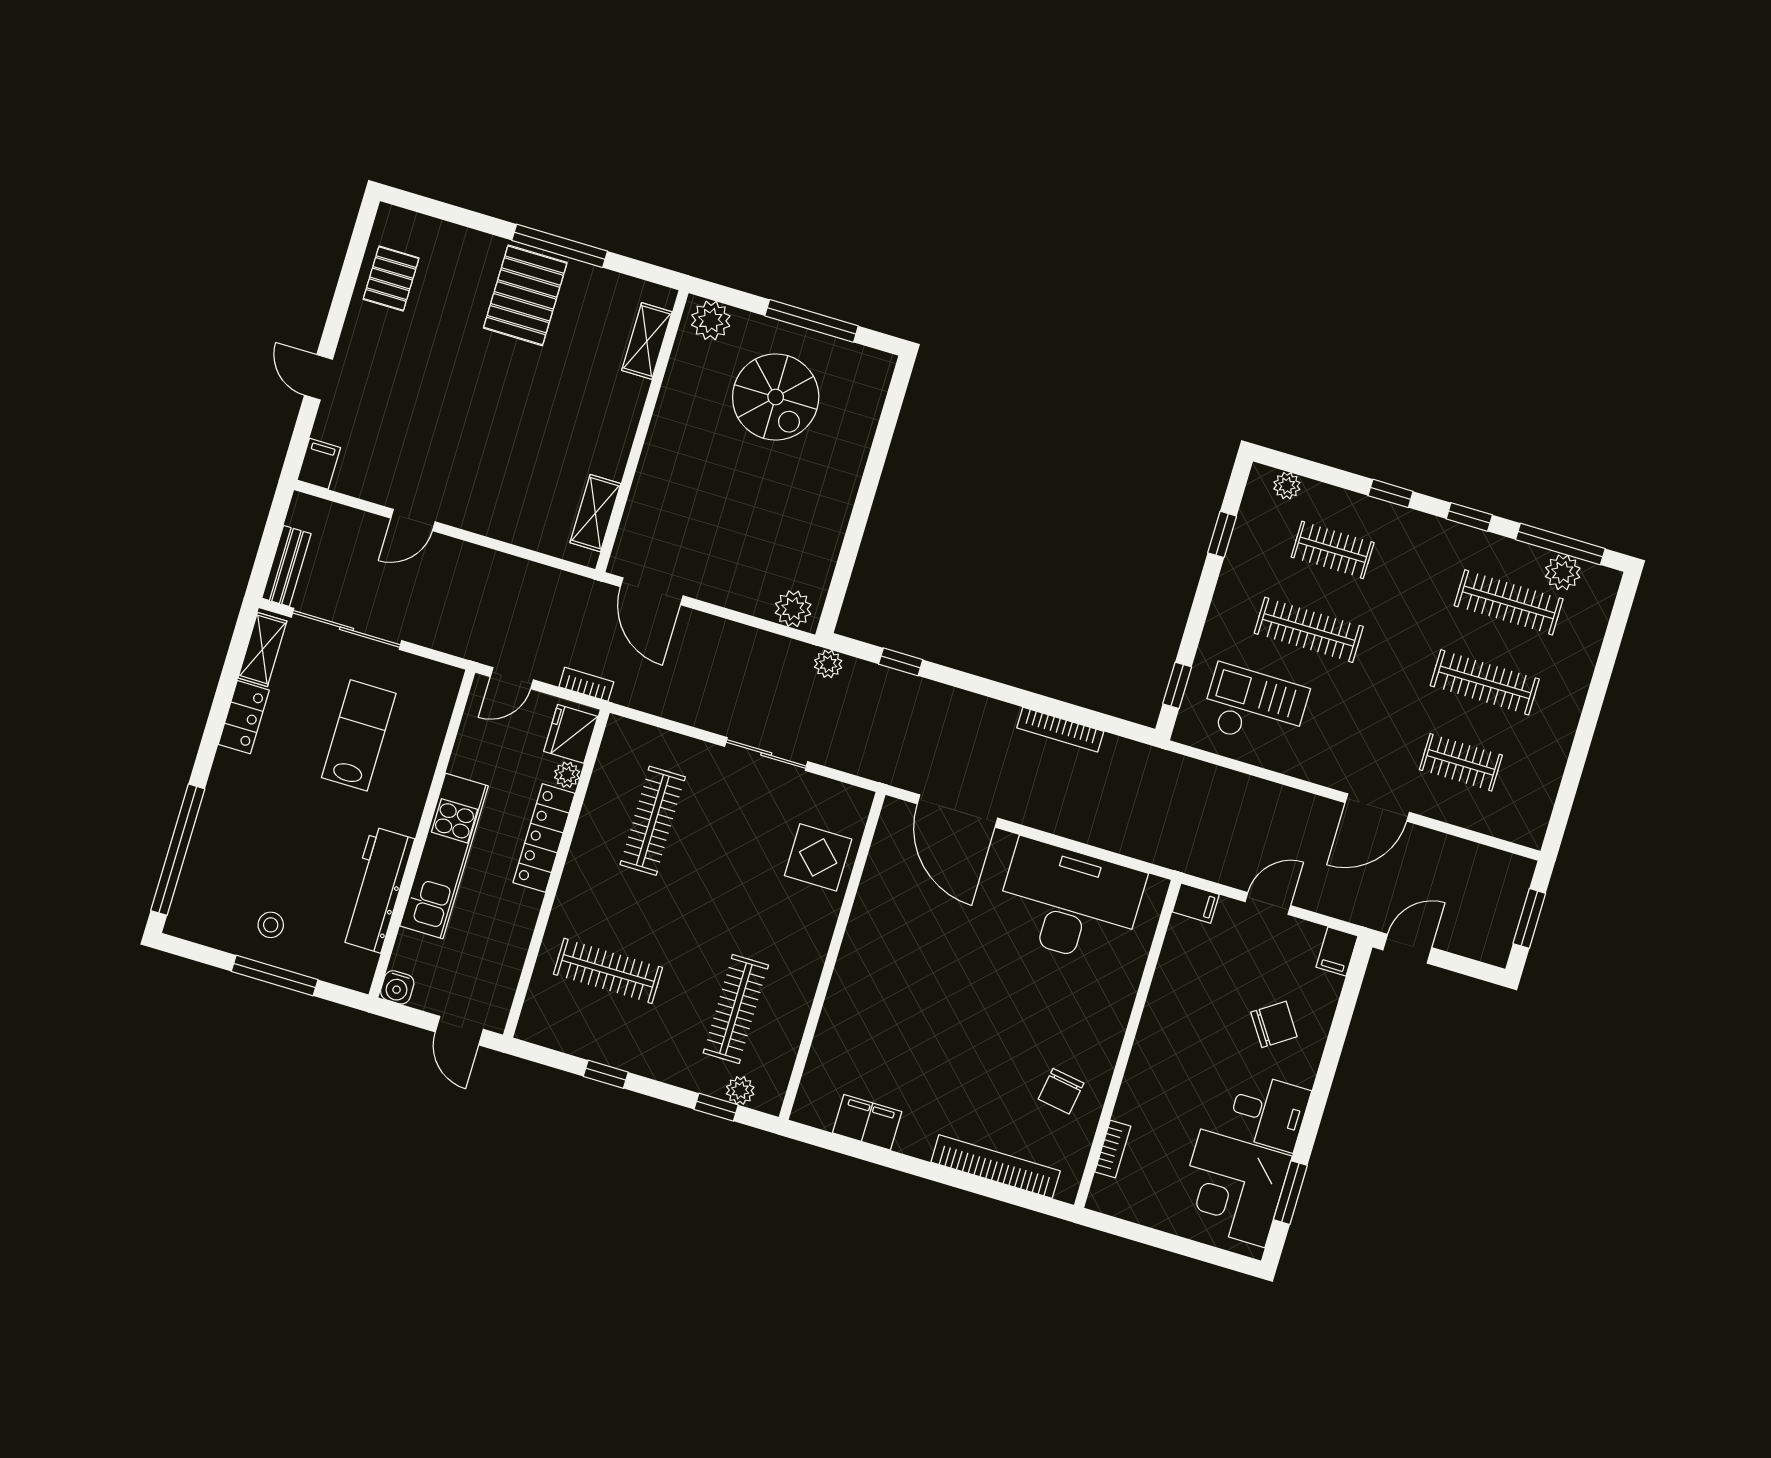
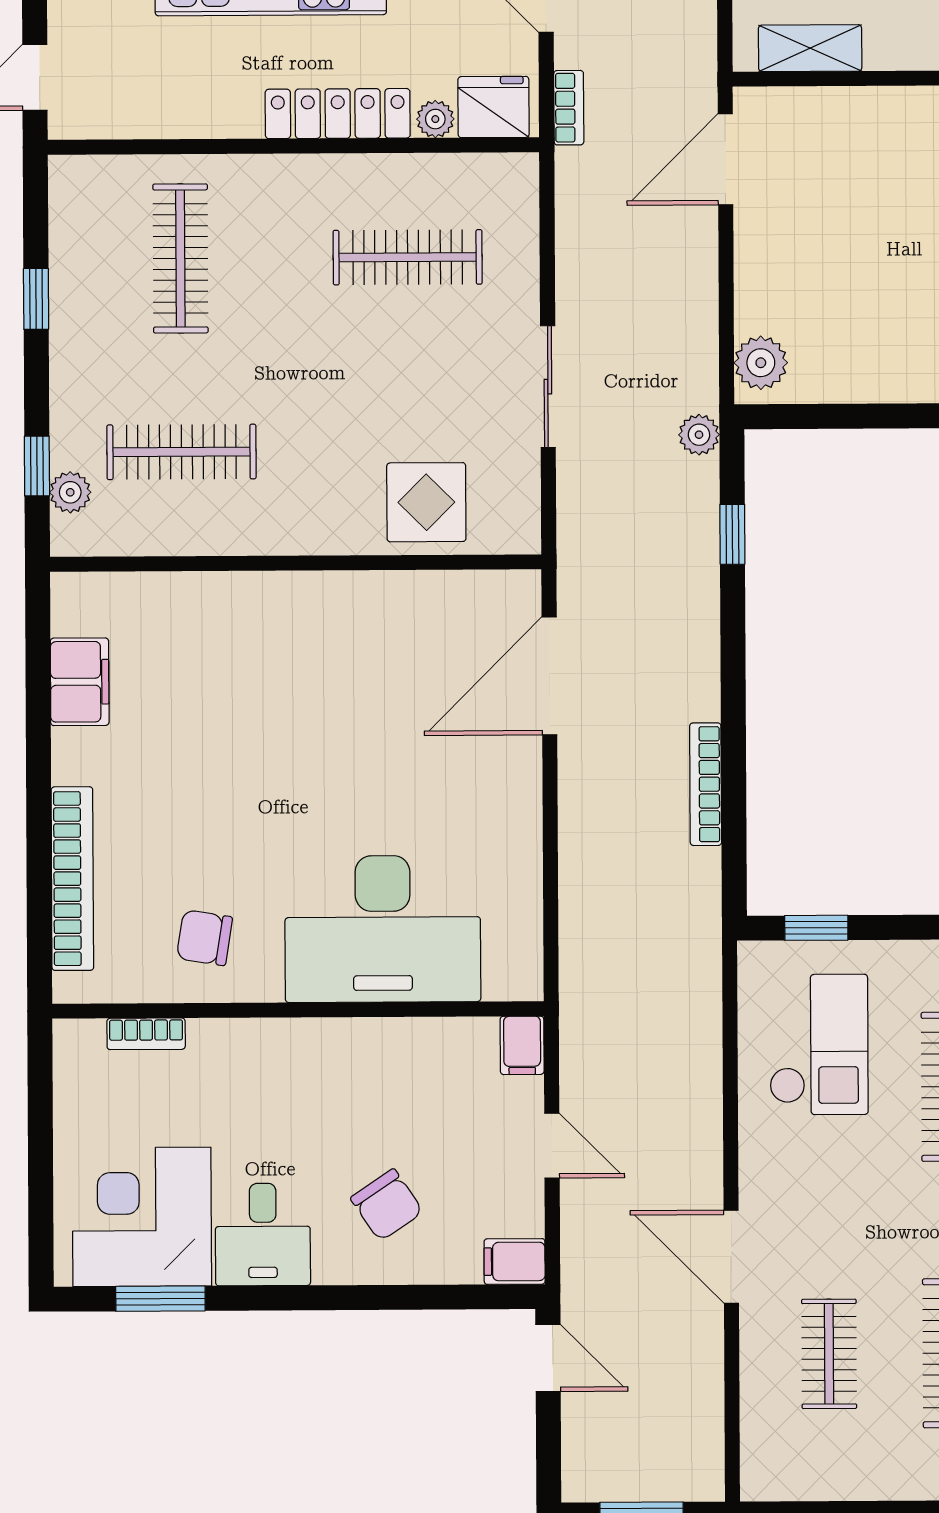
desk: (1070, 902) -> (383, 929), moved, turned 90

